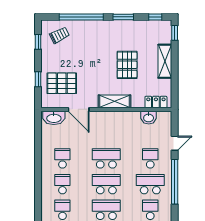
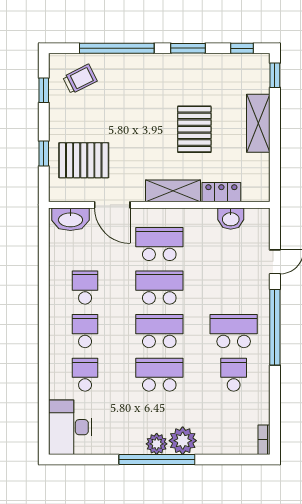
locker: (156, 102) -> (221, 192), moved
school desk: (150, 158) -> (159, 244), moved, width x1.85

